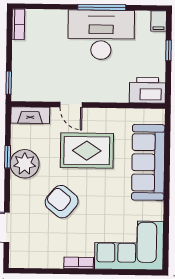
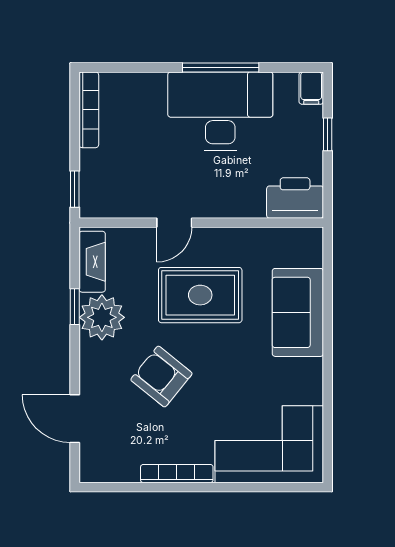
bookcase: (18, 24) -> (89, 110), width x1.56
door: (71, 105) -> (174, 223), hinge flipped
fireplace: (30, 115) -> (92, 262), moved, turned -90
sofa: (148, 162) -> (298, 312), width x0.73
bookcase: (79, 263) -> (177, 474), width x1.56

